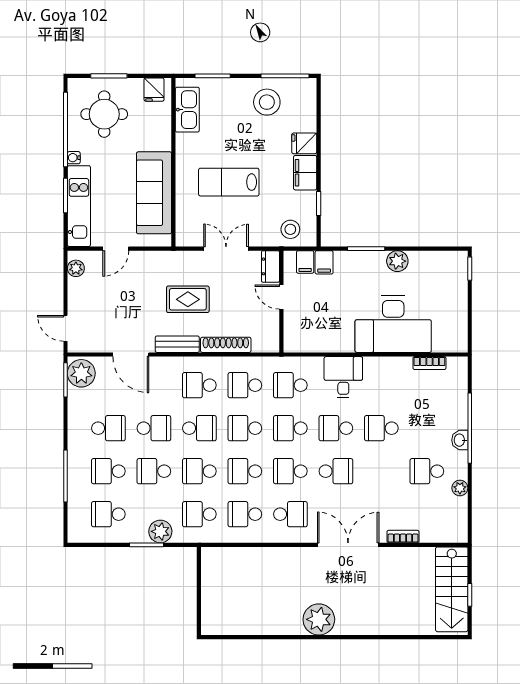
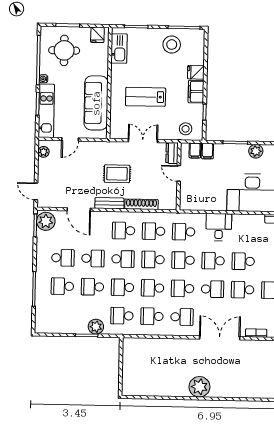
school desk: (108, 514) -> (243, 290), moved

